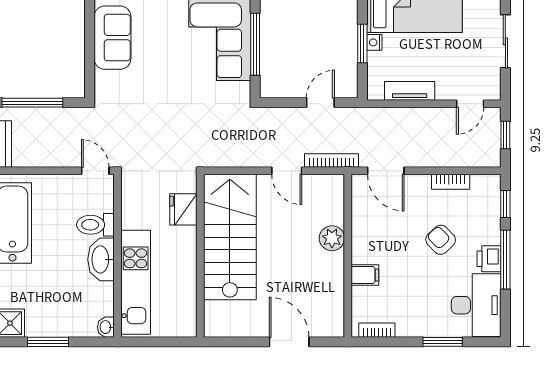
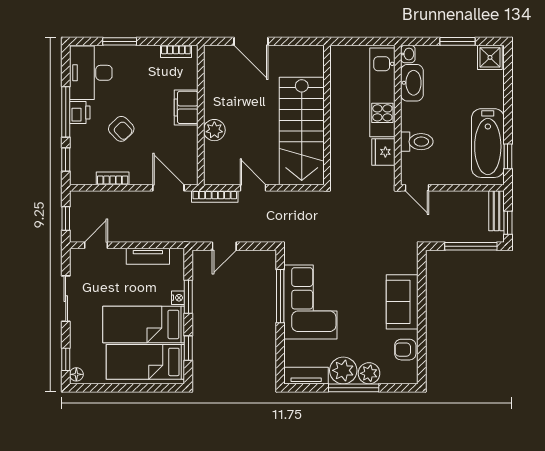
fridge: (183, 209) -> (383, 152), moved, turned 180
washbasin: (101, 259) -> (412, 83), moved
filing cabinet: (365, 275) -> (186, 107), width x2.00

